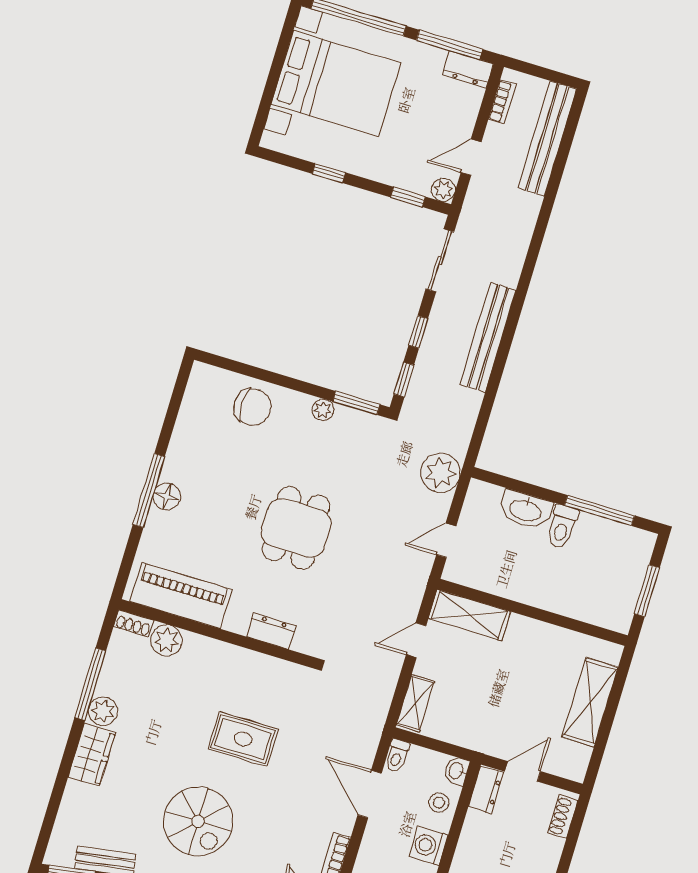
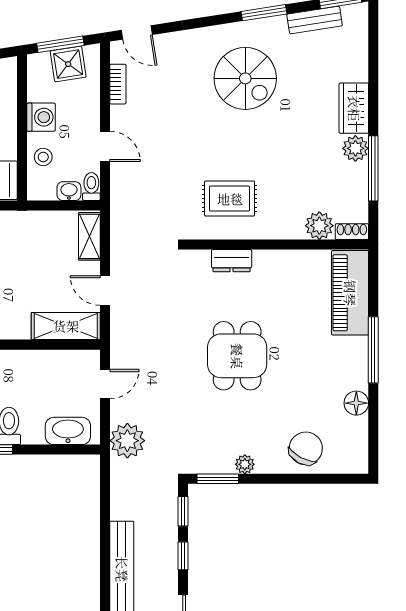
chair: (253, 407) -> (306, 448), turned 118
floor lamp: (167, 497) -> (356, 403), moved
washbasin: (525, 510) -> (68, 431), moved
piano: (181, 596) -> (350, 293), moved, turned 90
door: (416, 640) -> (105, 291), swing flipped
rug: (243, 739) -> (230, 199), moved
washbasin: (456, 771) -> (69, 191), moved, turned -90
door: (370, 794) -> (105, 146), width x0.73
spiral stairs: (198, 821) -> (245, 78), turned 180

